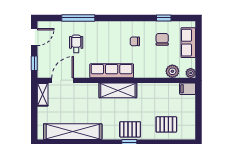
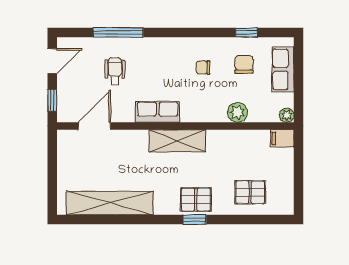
row of seats: (112, 71) -> (158, 112), width x0.68
plant: (172, 71) -> (238, 112), moved
shelving: (43, 94) -> (65, 147), removed

